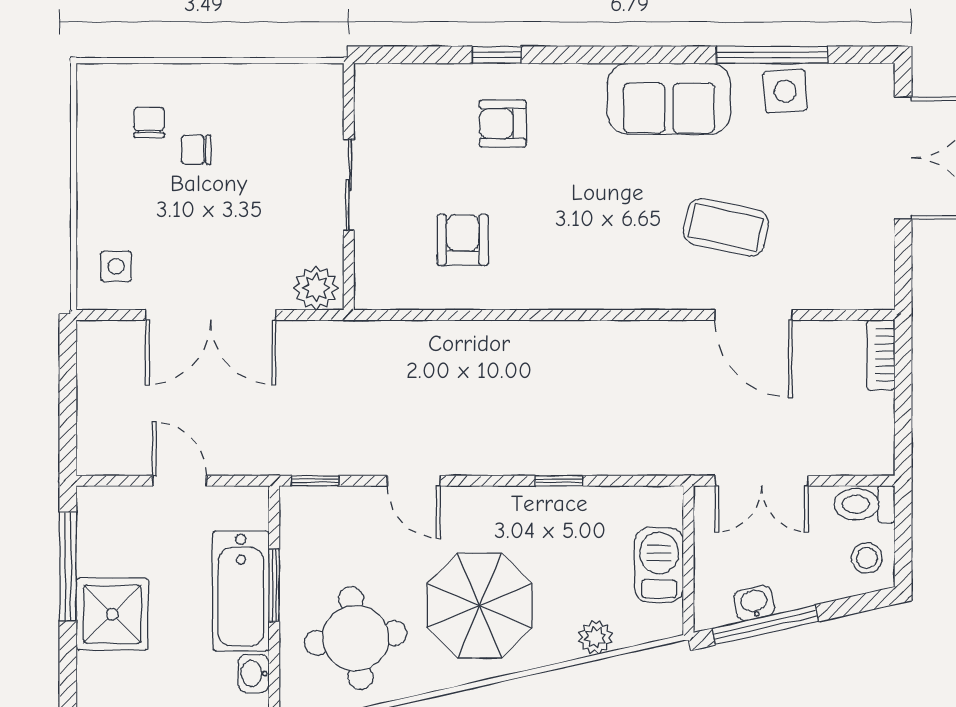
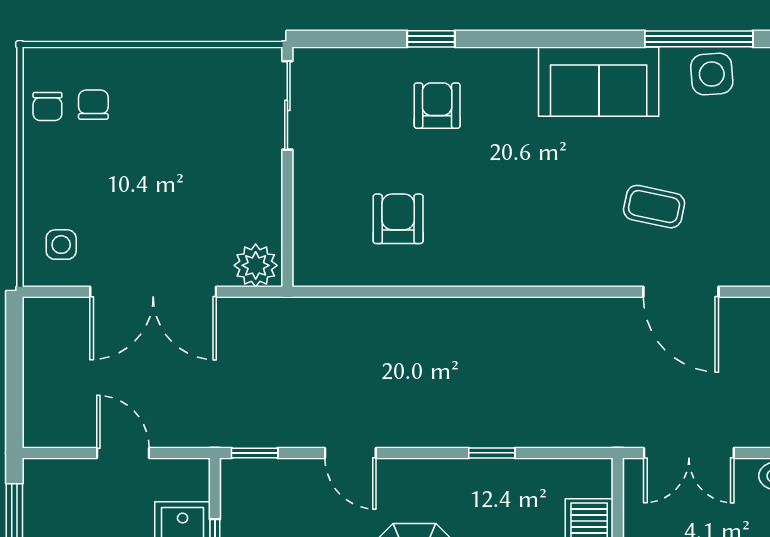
armchair: (503, 123) -> (437, 106), turned 90
chair: (196, 150) -> (47, 107), moved, turned -90
sliding door: (349, 185) -> (287, 105), moved
coffee table: (726, 227) -> (654, 207), width x0.73, depth x0.77

